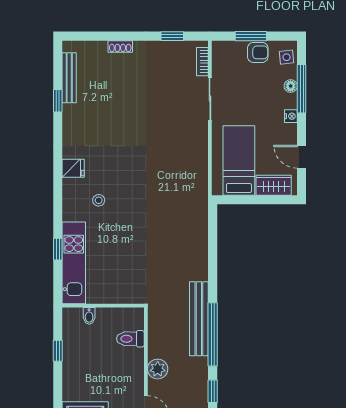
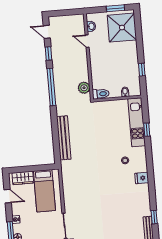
bench: (199, 319) -> (64, 138), moved
toilet: (130, 339) -> (101, 94), moved
plant: (158, 369) -> (84, 88), moved

